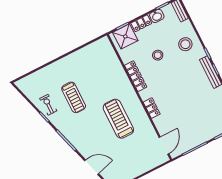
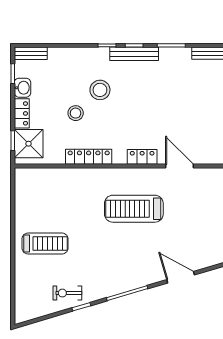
stool: (185, 44) -> (100, 90), moved
treadmill: (74, 97) -> (45, 243), moved
door: (164, 146) -> (180, 166), moved
door: (92, 167) -> (181, 277), hinge flipped

